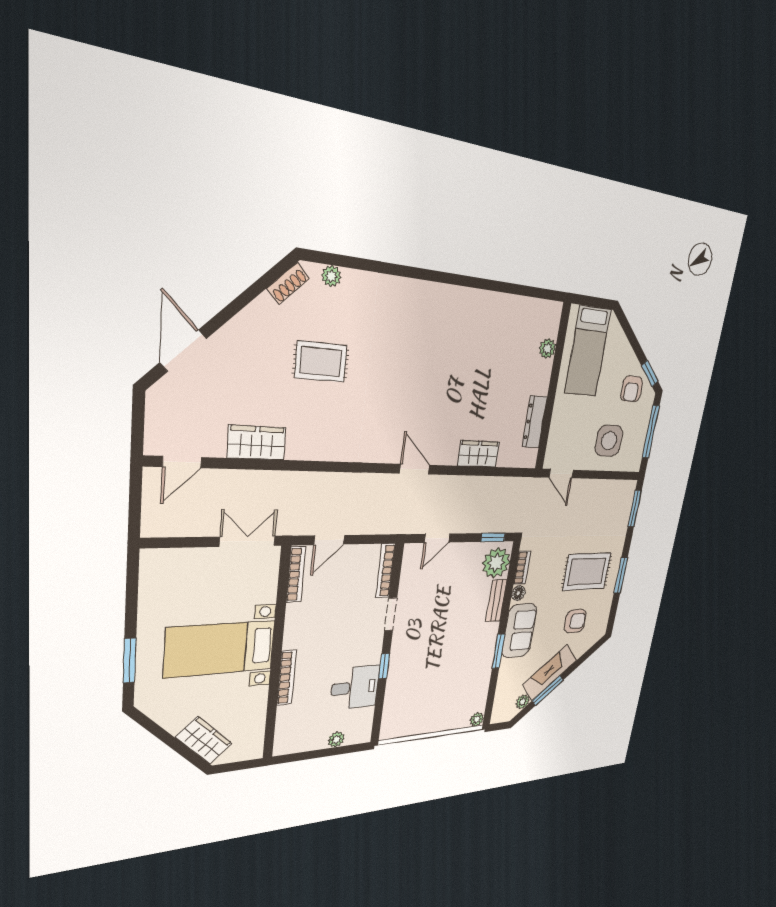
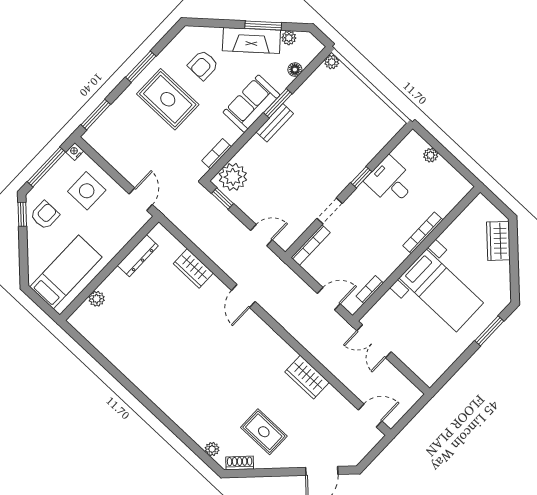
rug: (321, 362) -> (264, 432), moved
wardrobe: (257, 443) -> (307, 377), moved
nightstand: (635, 465) -> (75, 151), added
bookcase: (296, 574) -> (370, 290), width x0.64
floor lamp: (518, 593) -> (295, 70), moved
bench: (496, 601) -> (275, 123), moved
armchair: (575, 621) -> (203, 65), turned -90

